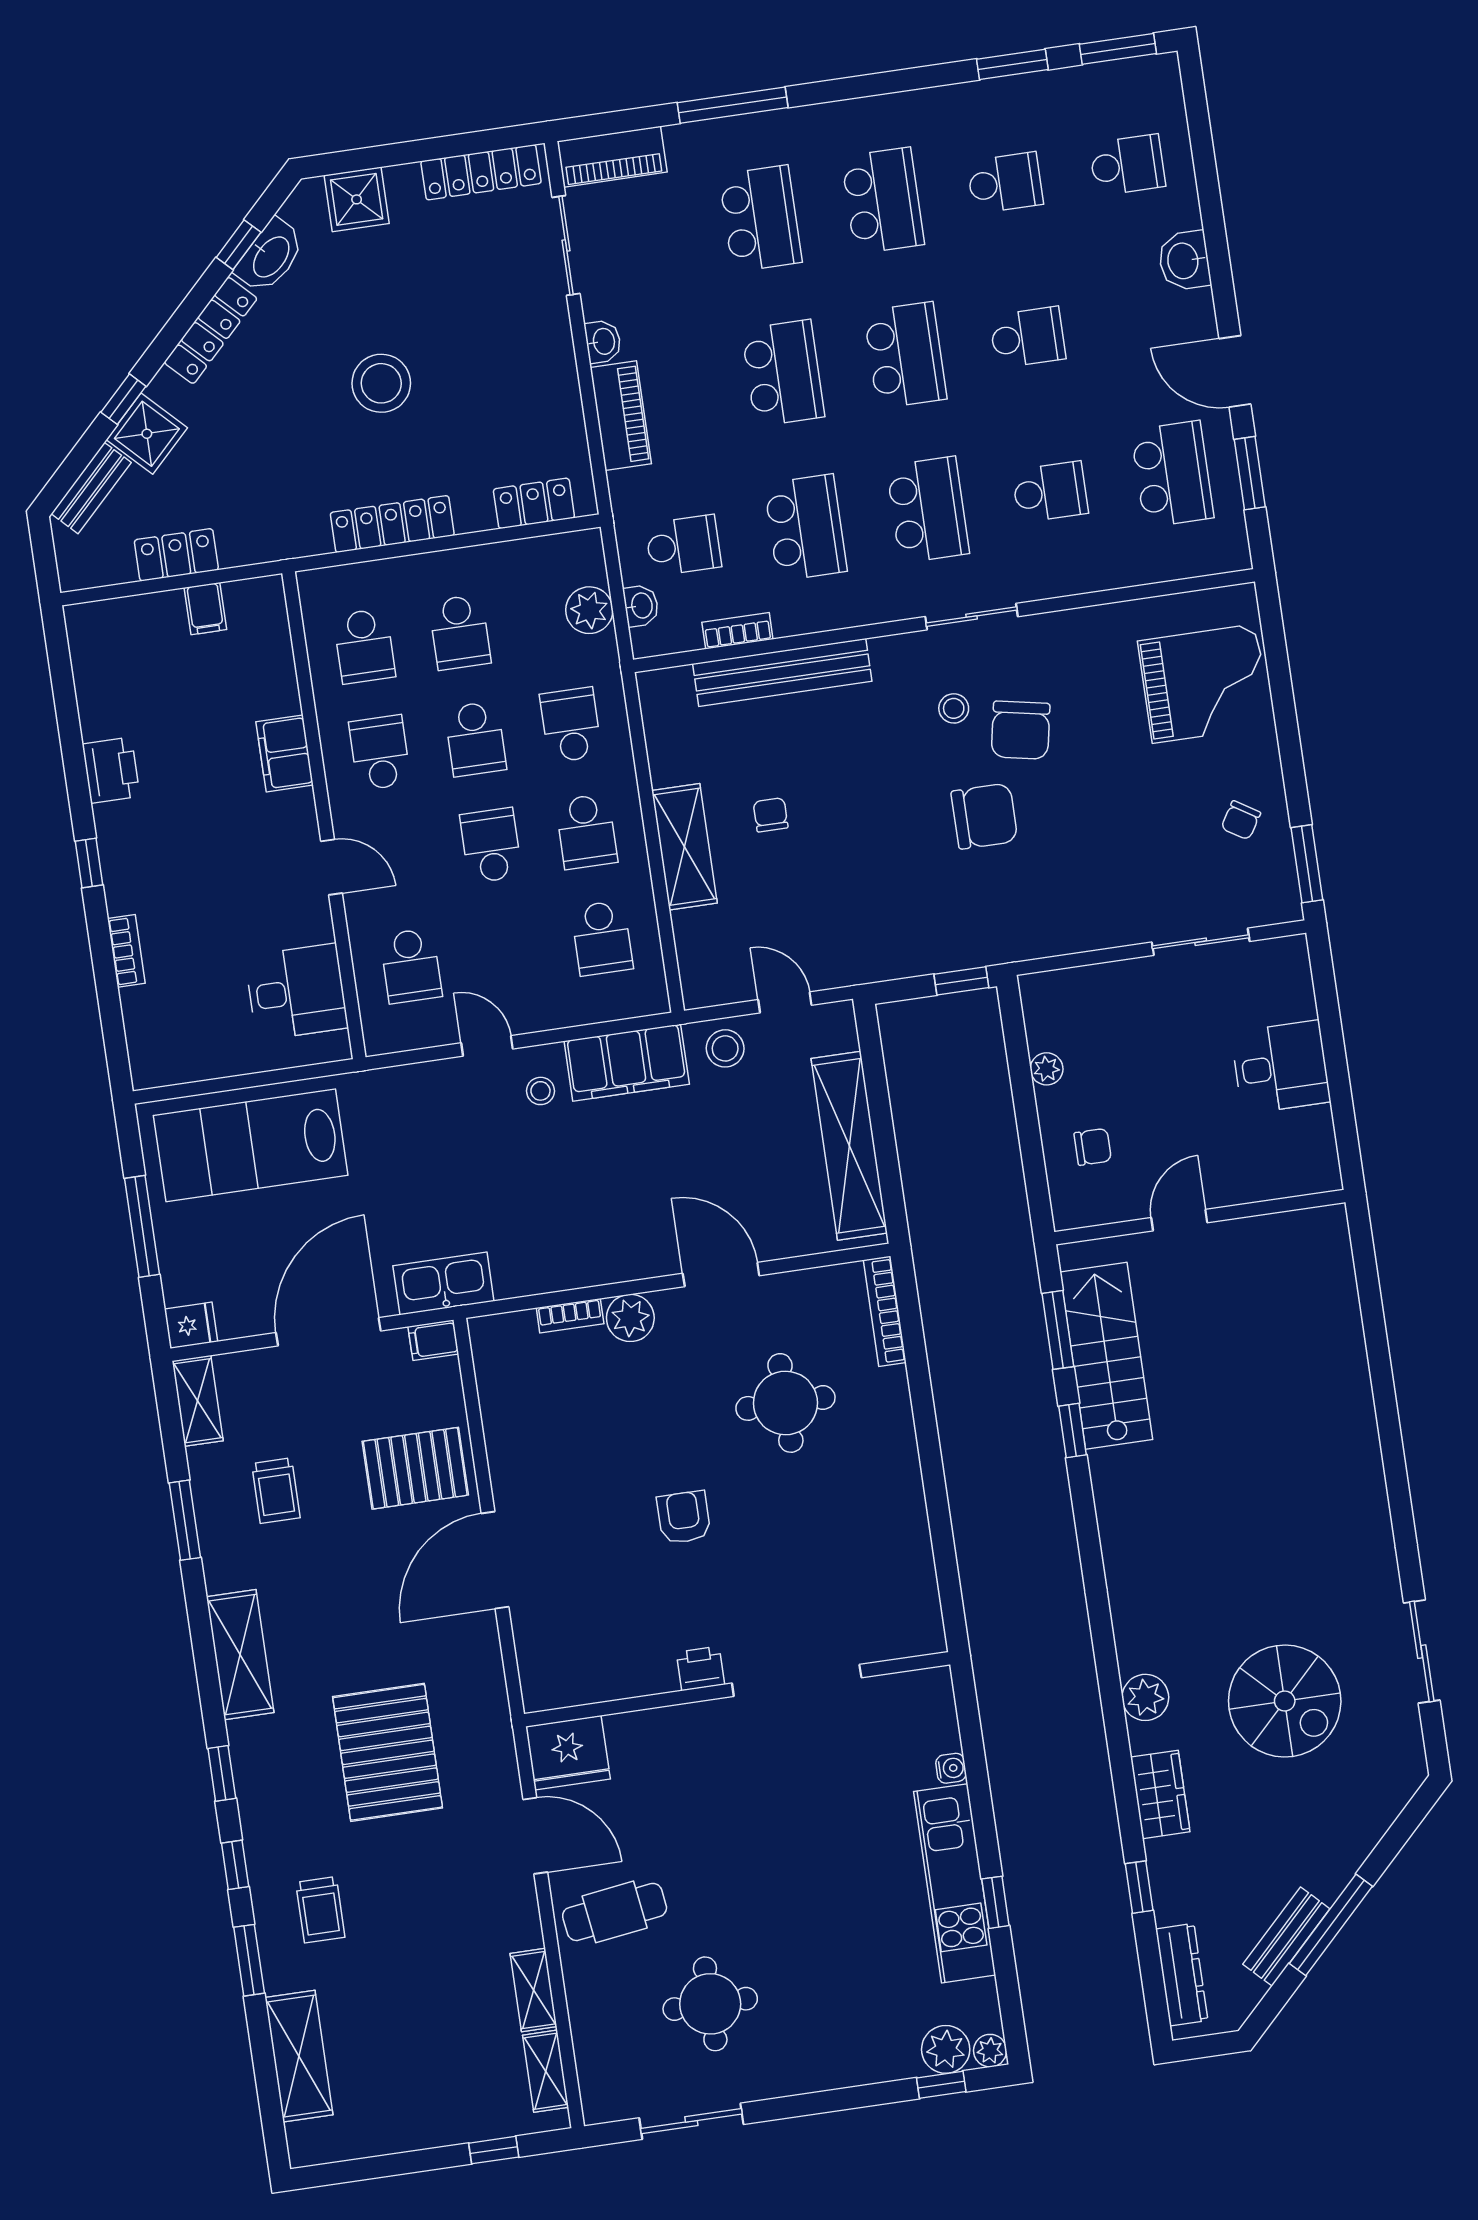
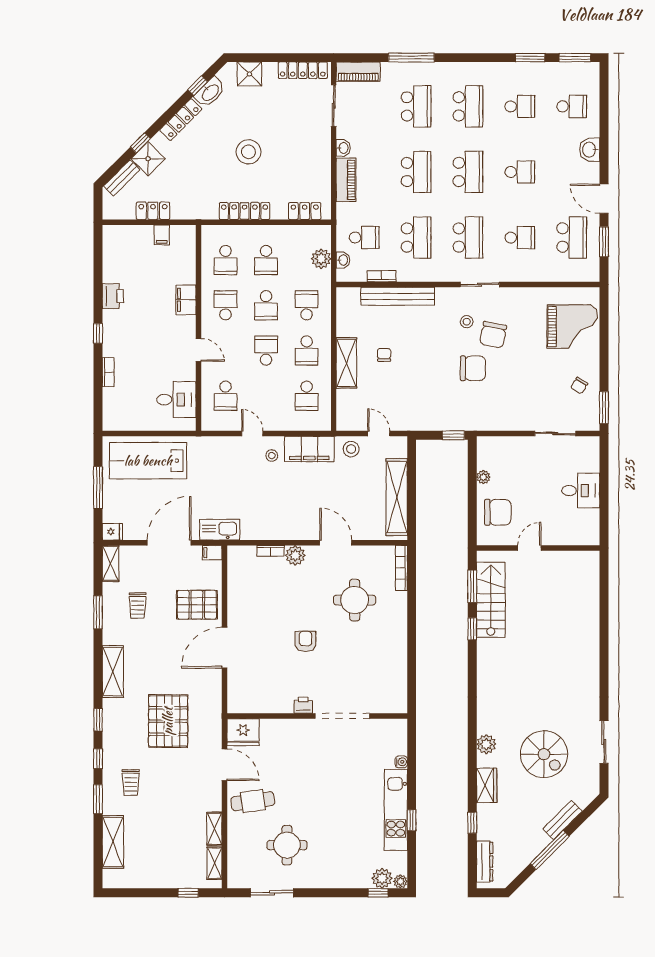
chair: (1093, 1147) -> (498, 512), width x1.87, depth x1.87
bench: (1286, 1937) -> (562, 820), moved

